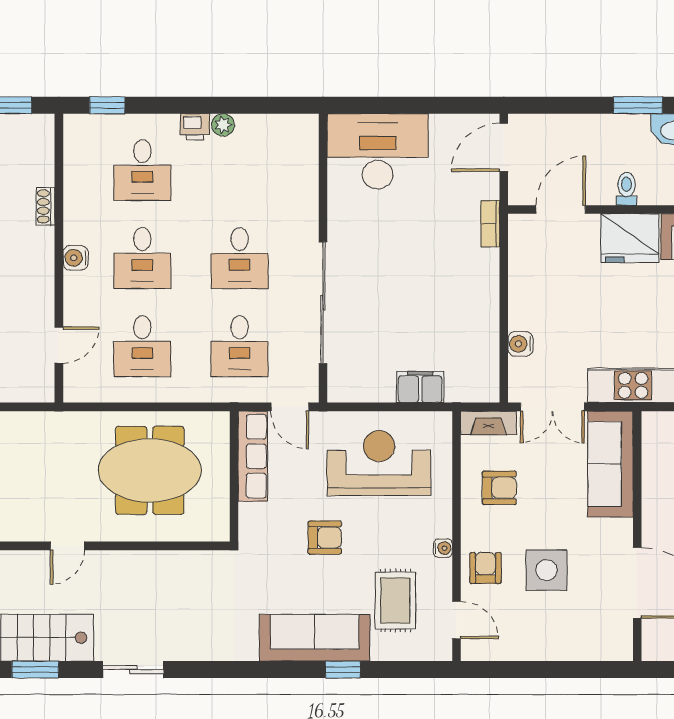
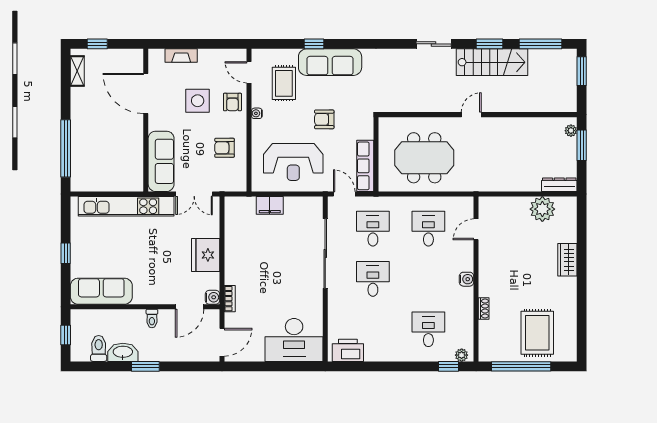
plant: (223, 125) -> (462, 355), moved
printer: (195, 127) -> (348, 350), moved, width x1.87, depth x1.48
fridge: (630, 238) -> (206, 255), moved, turned -90
desk: (142, 258) -> (428, 279), removed
water cooler: (520, 344) -> (213, 297), moved
double door: (552, 407) -> (194, 194), swing flipped
fireplace: (489, 423) -> (181, 56), moved, turned 180

